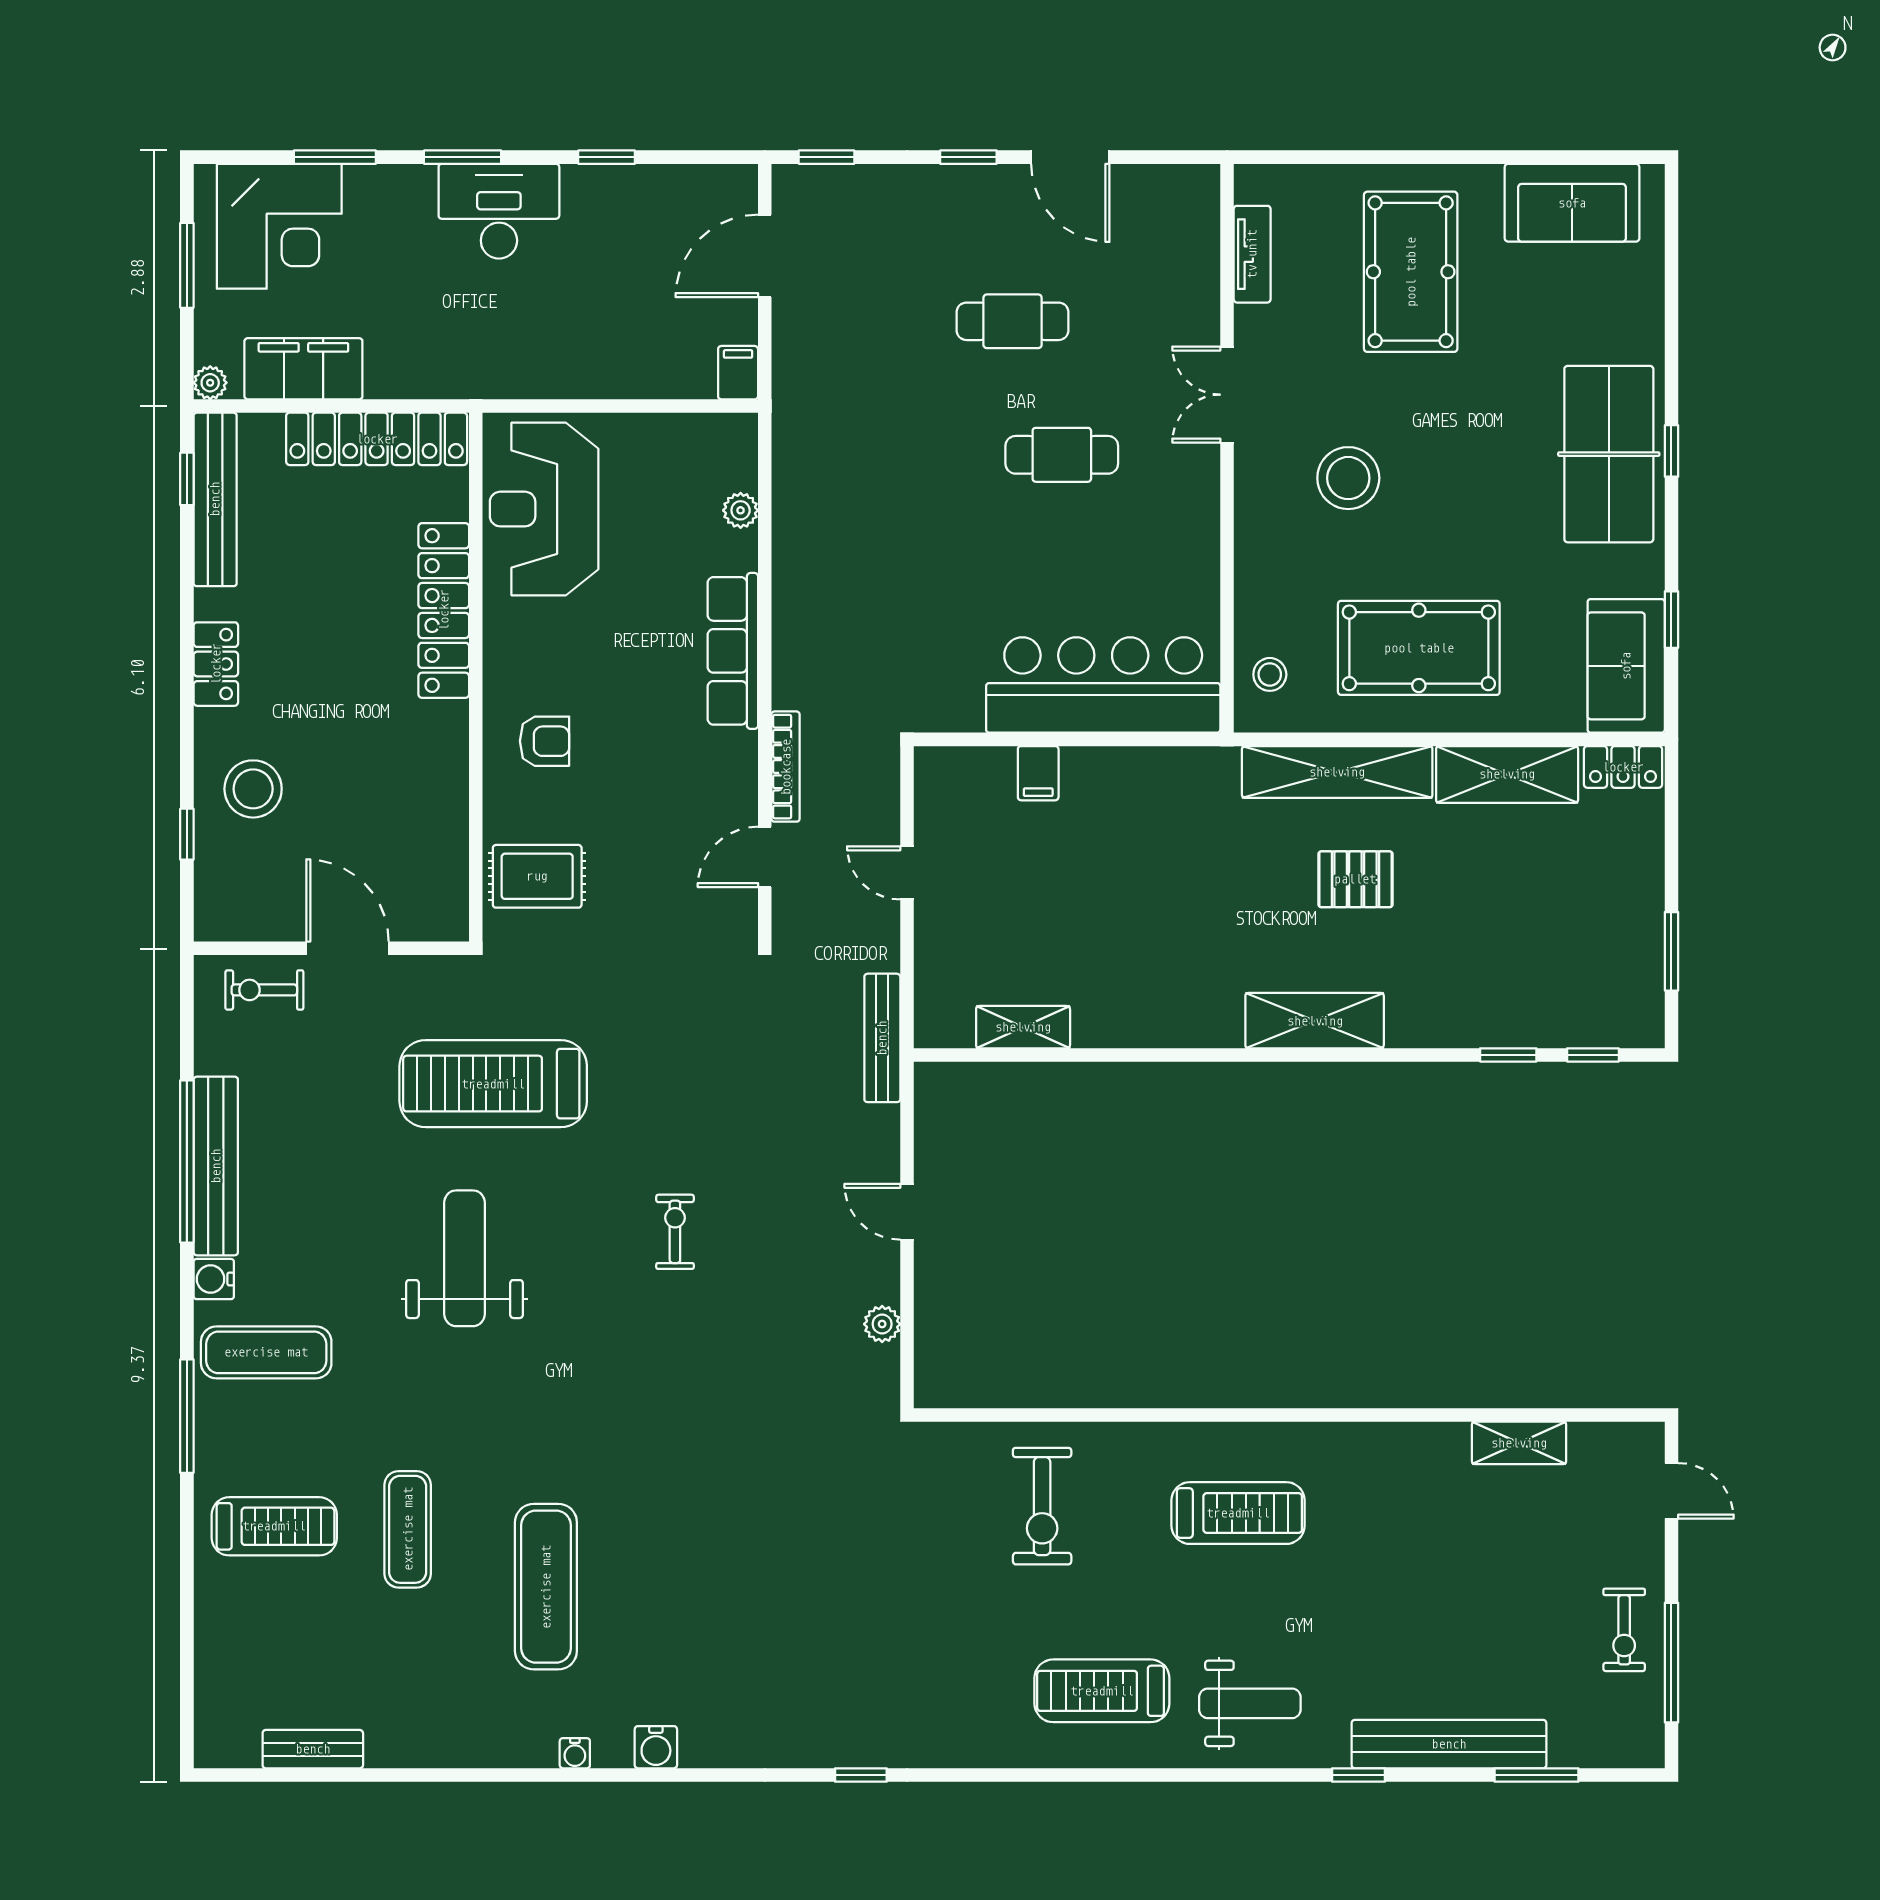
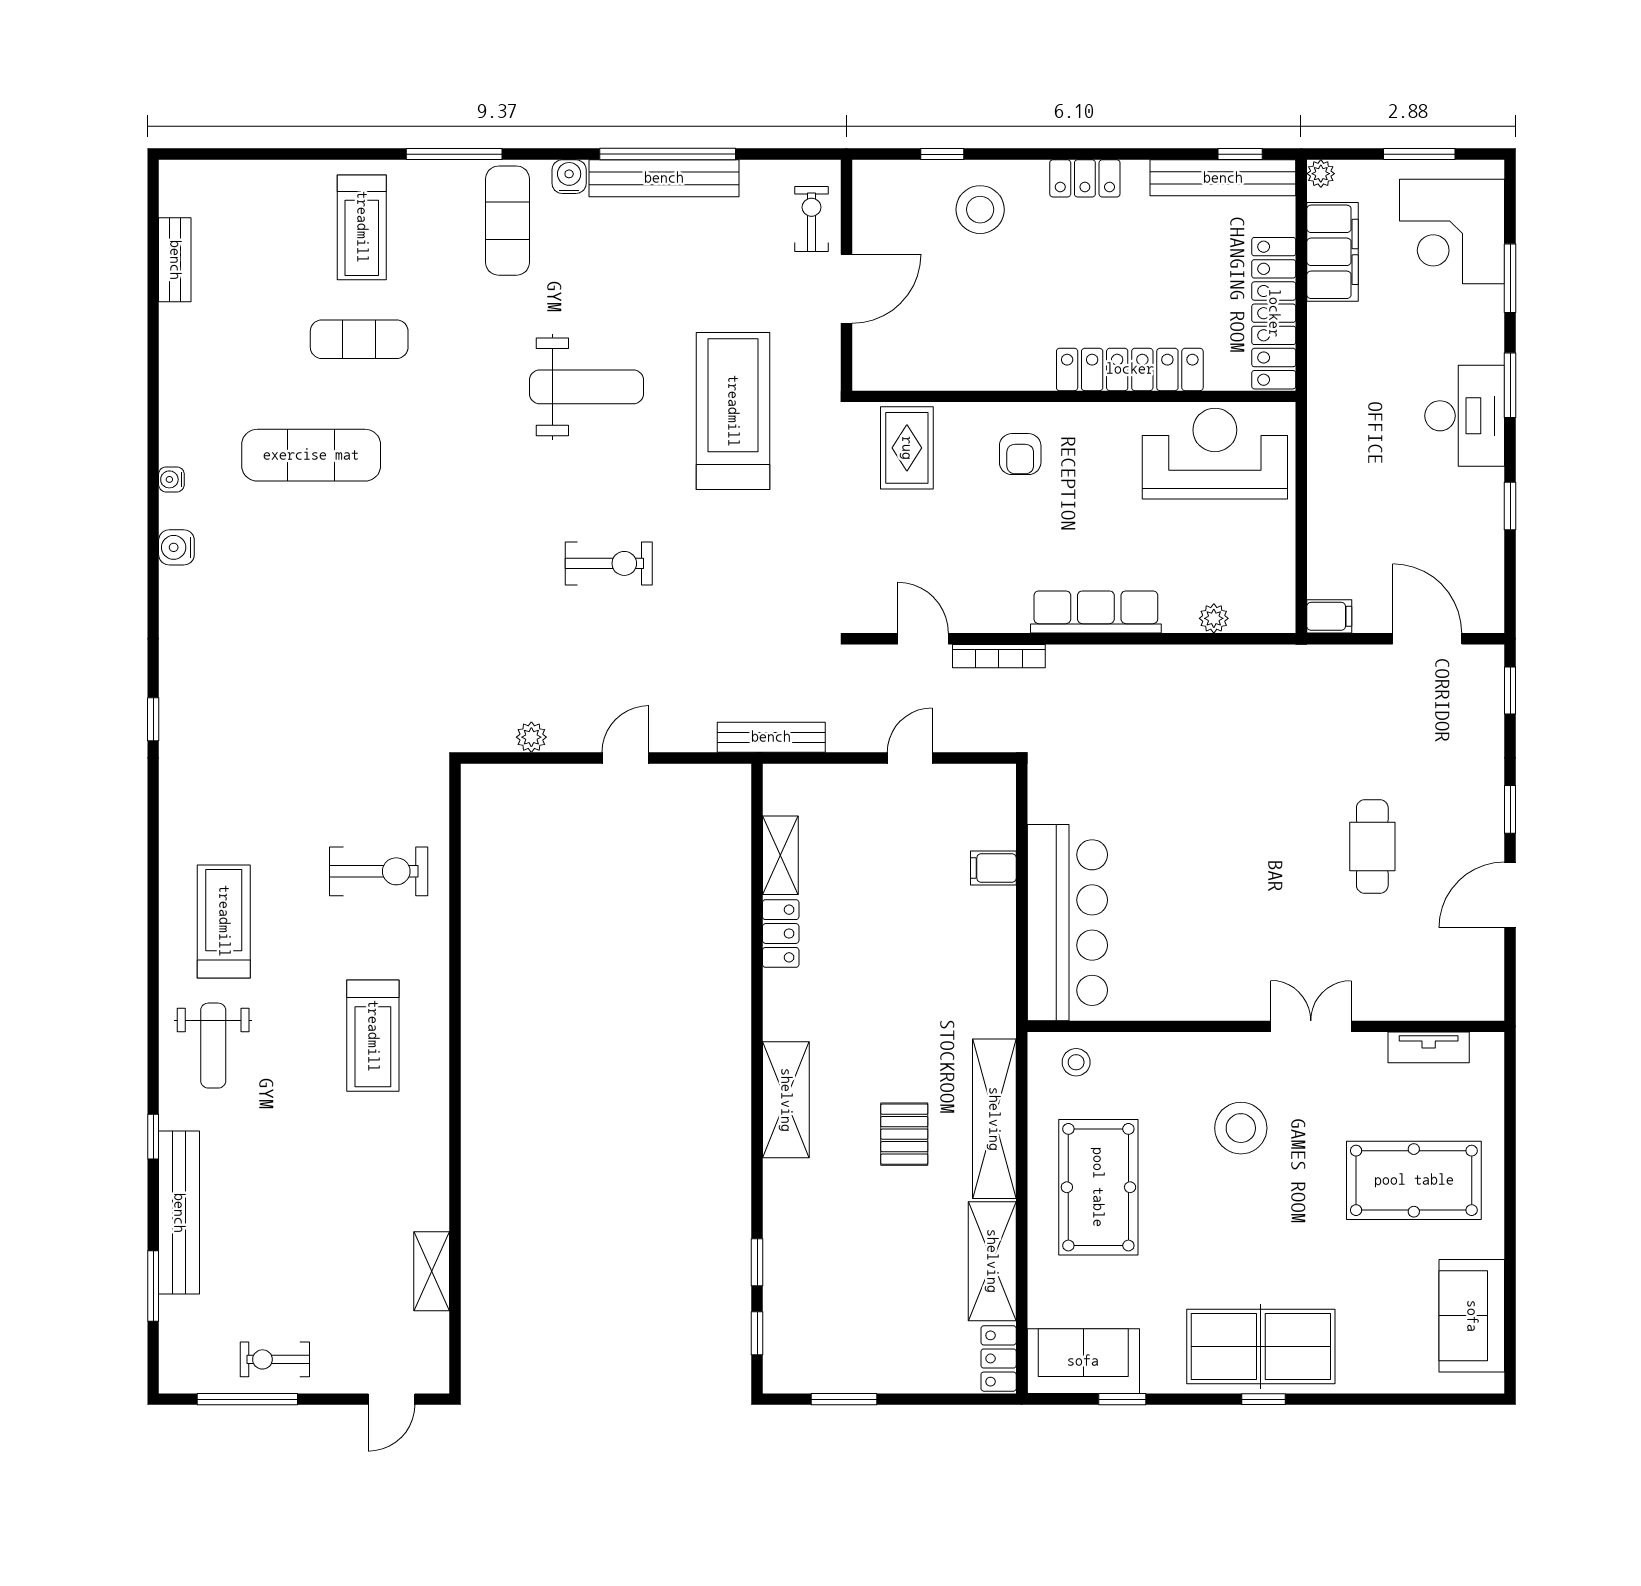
cafe table: (1062, 455) -> (1260, 888), removed
locker: (1116, 1027) -> (781, 934), added
exercise bike: (675, 1232) -> (609, 563), width x1.38, depth x1.39
exercise bike: (1042, 1506) -> (379, 871), turned 180

